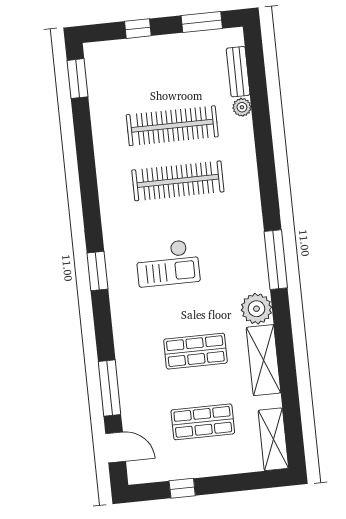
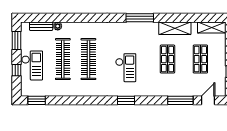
checkout: (152, 61) -> (32, 65), added
window: (276, 260) -> (140, 18), moved
plant: (256, 309) -> (151, 29), removed

